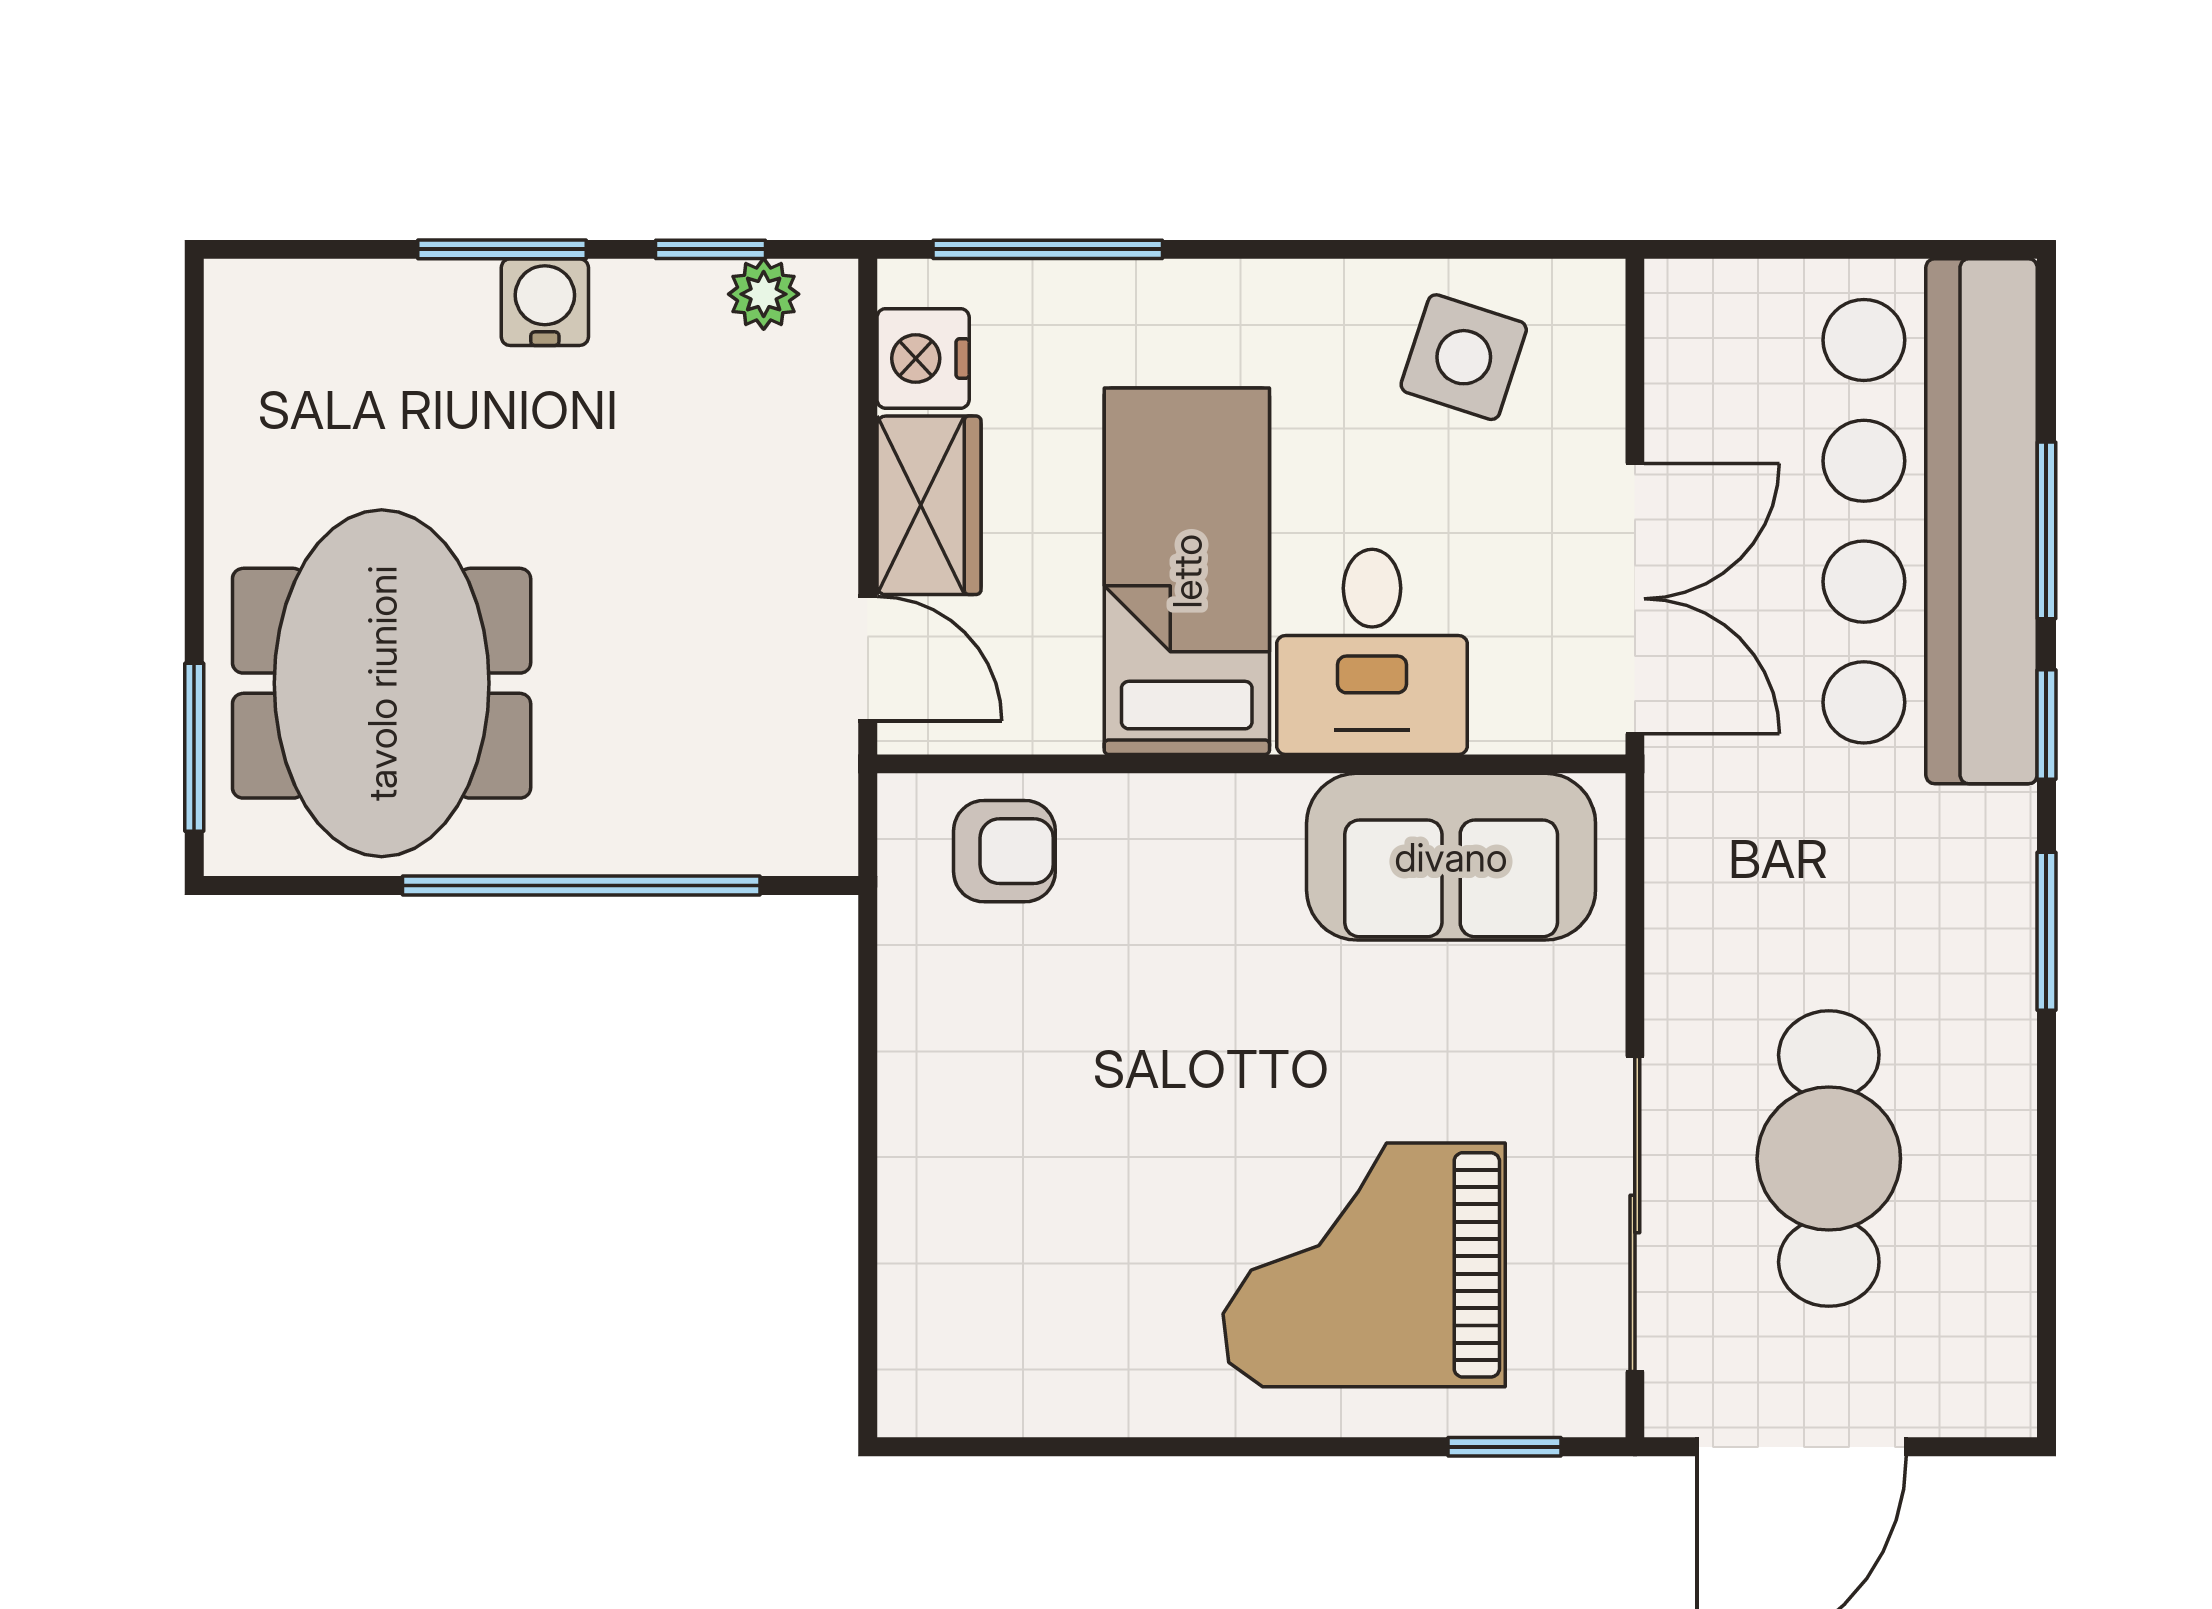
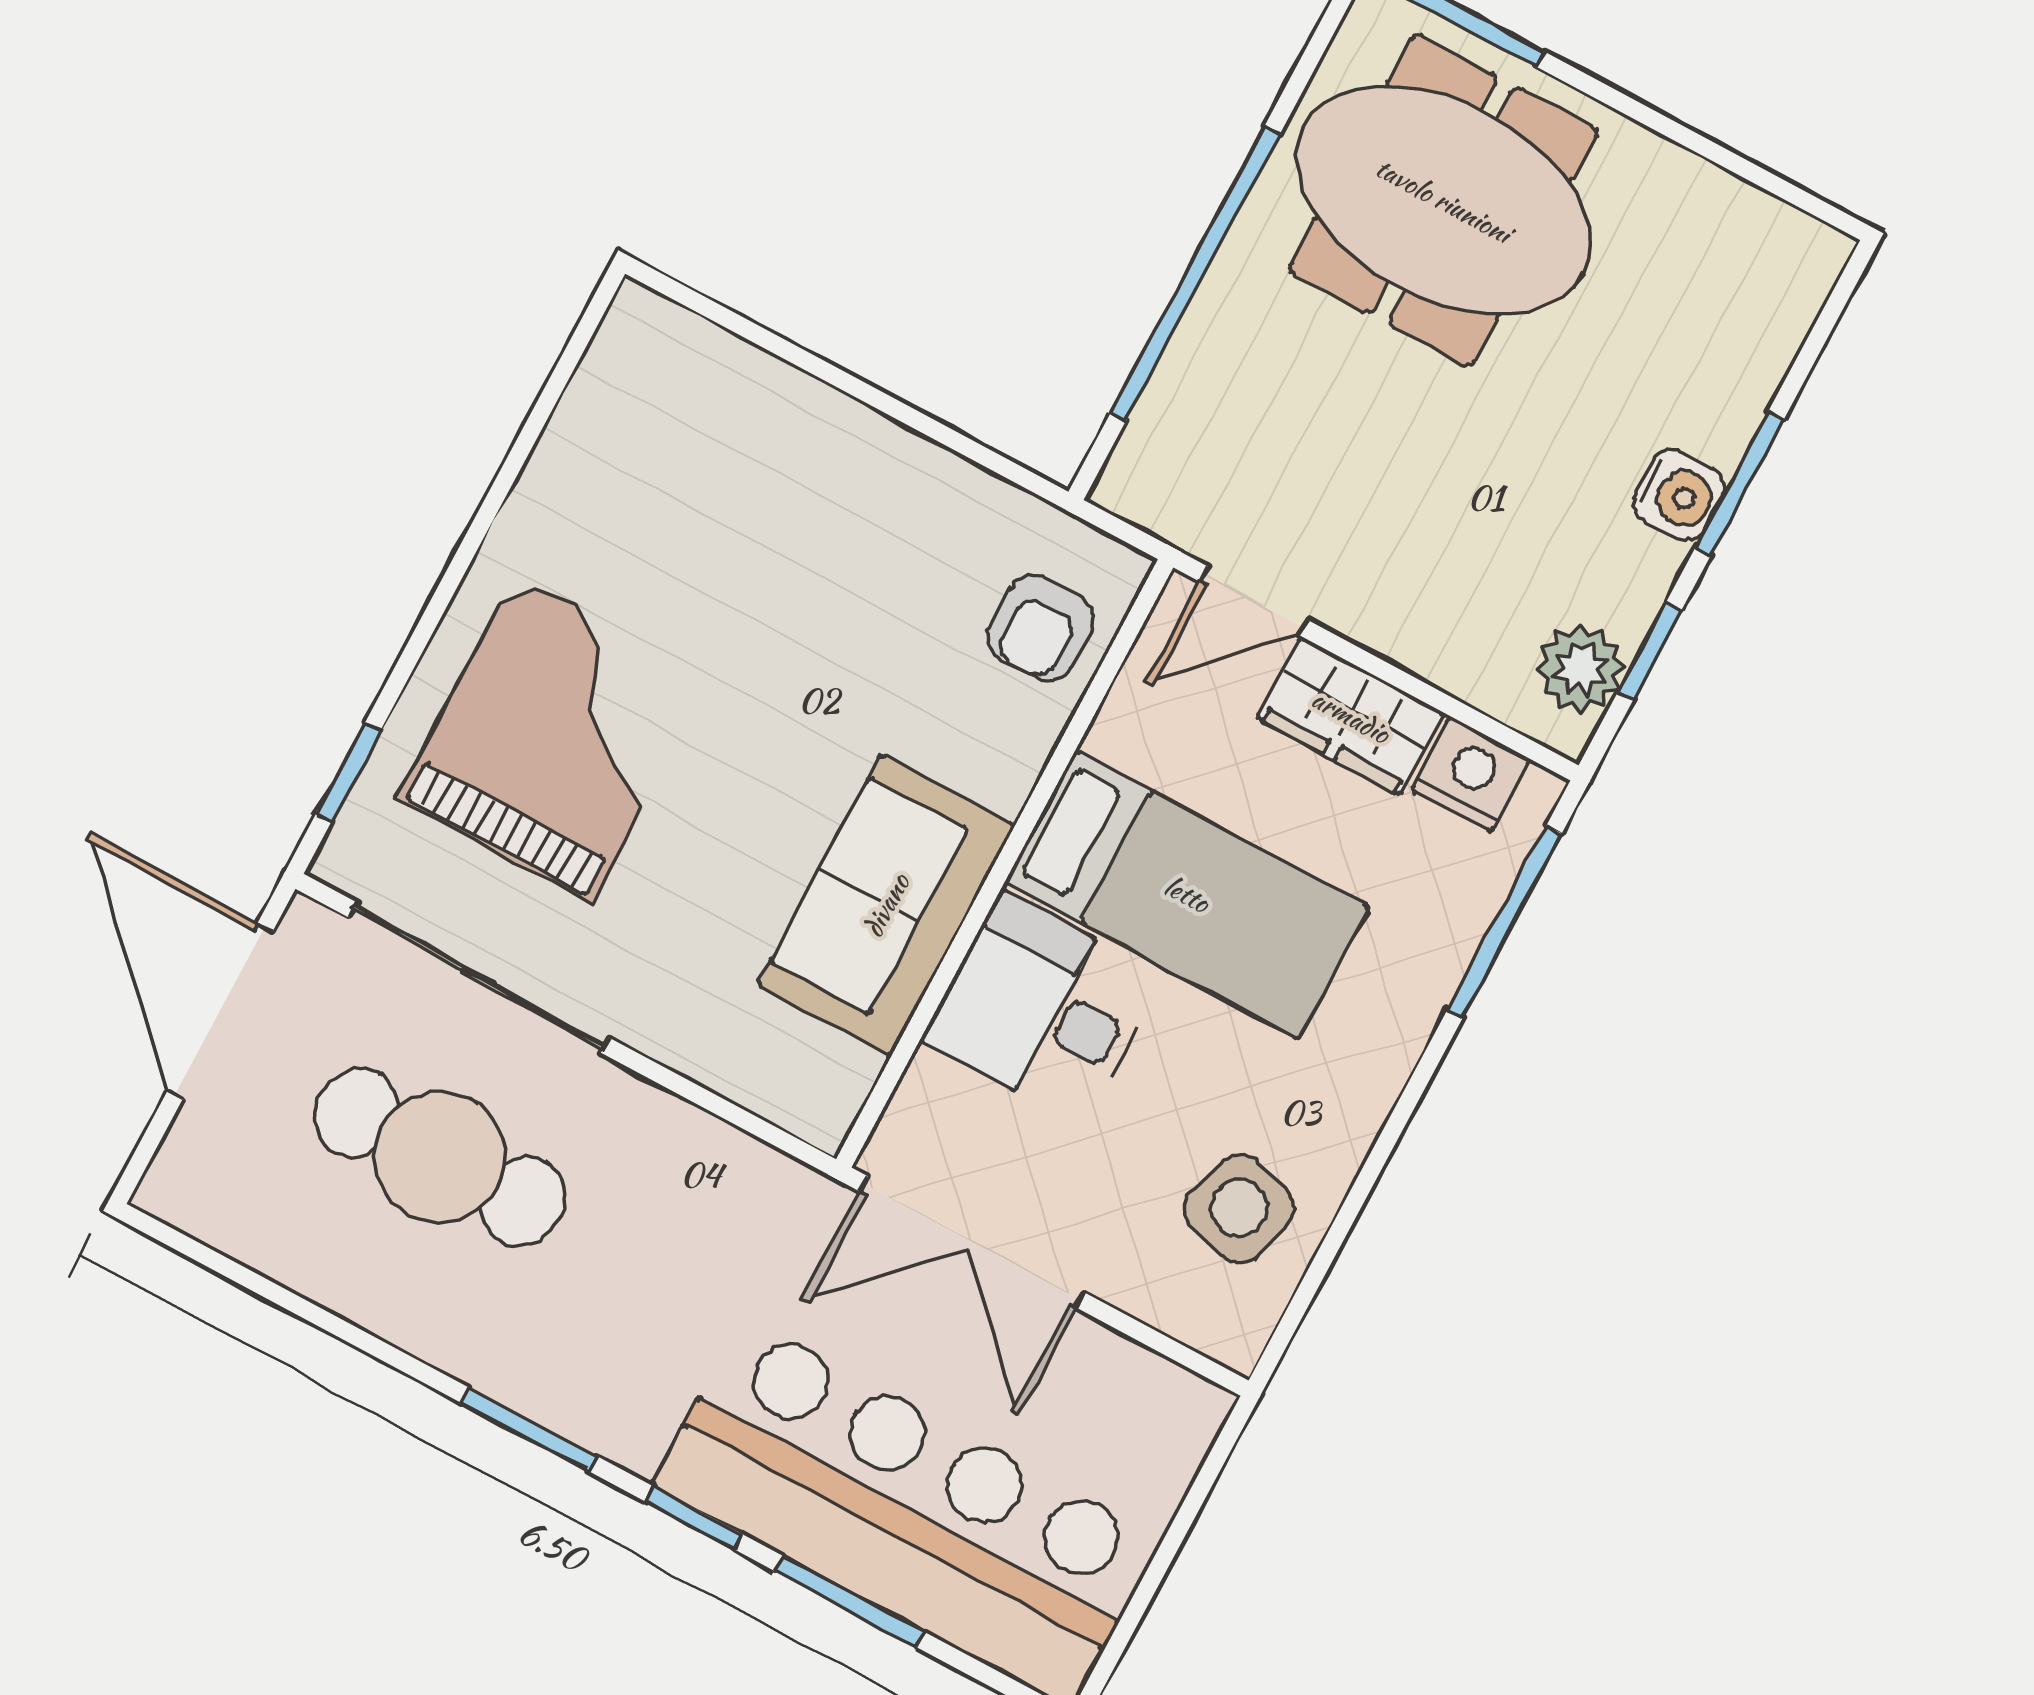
plant: (764, 294) -> (1581, 668), width x1.38, depth x1.38
sofa: (1451, 857) -> (886, 905), moved

